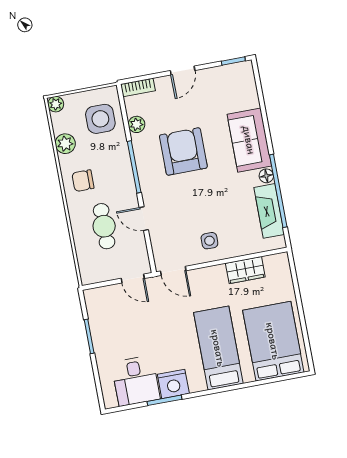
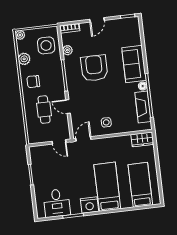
wardrobe: (245, 270) -> (142, 139), moved
door: (173, 271) -> (83, 139), swing flipped
bed: (273, 341) -> (140, 185), width x0.67
nightstand: (173, 384) -> (89, 205), moved

